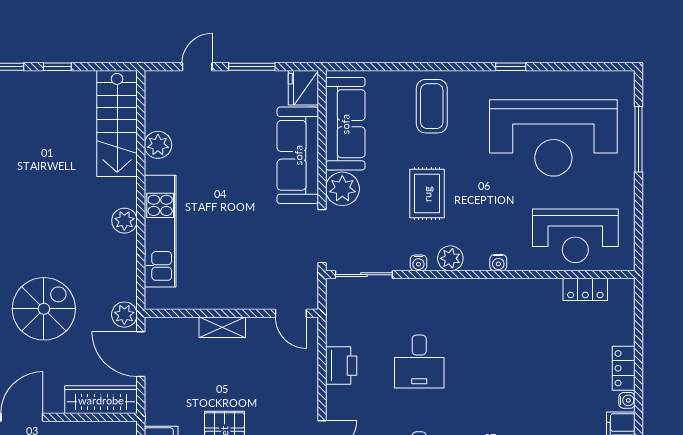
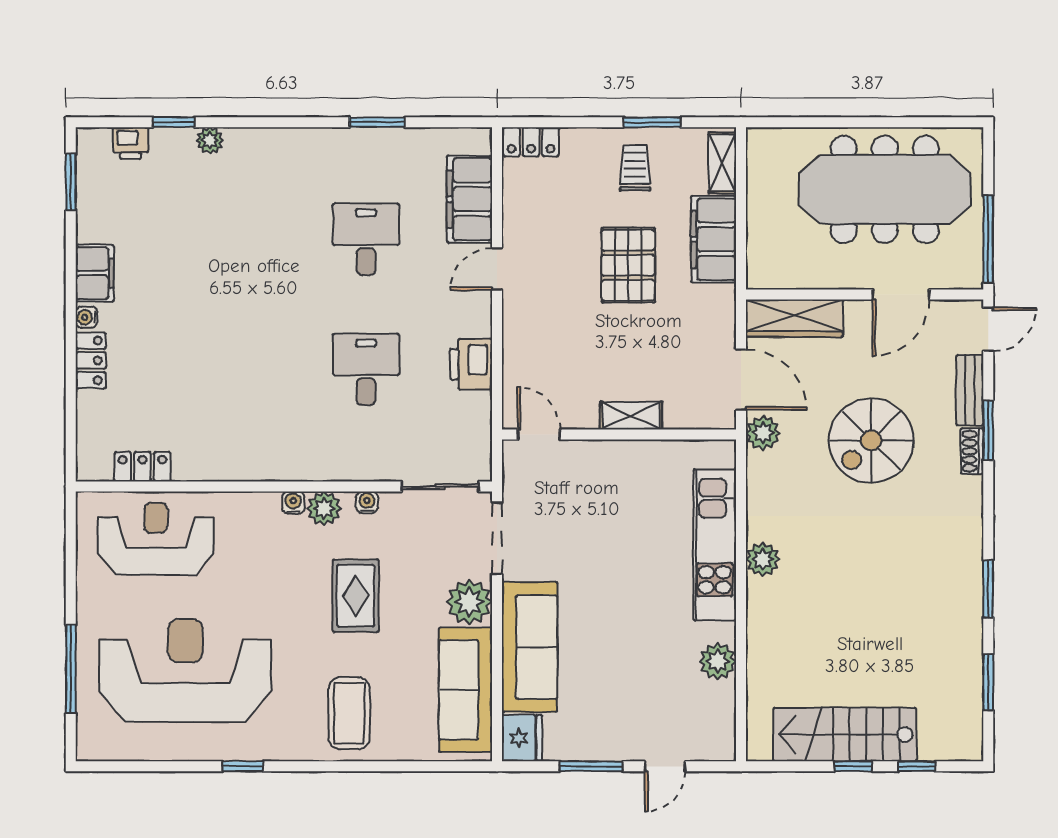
stairs: (117, 124) -> (845, 734), moved, turned -90
water cooler: (498, 263) -> (293, 503), moved

